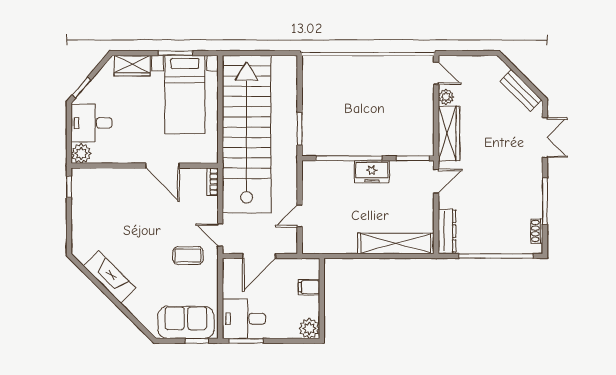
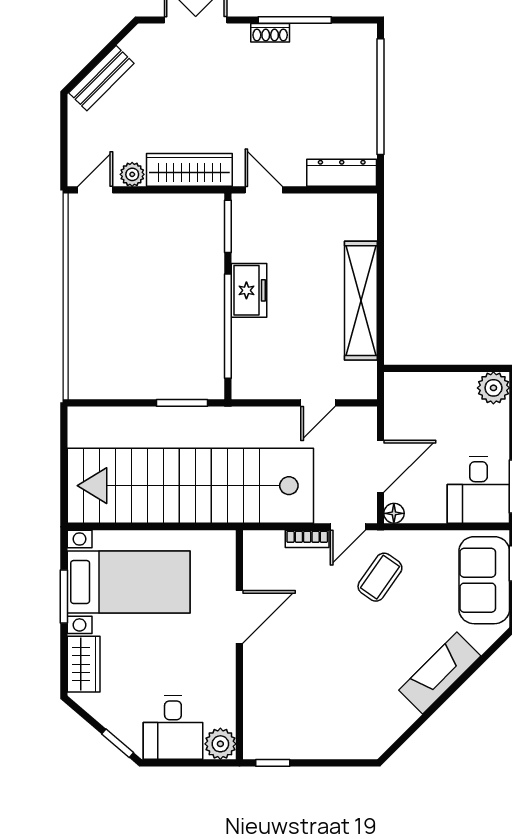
bench: (521, 90) -> (101, 78), moved
bookcase: (212, 182) -> (307, 539), moved
door: (300, 216) -> (318, 403), hinge flipped
shoe rack: (537, 231) -> (270, 33), moved
shelving: (396, 243) -> (361, 301), moved
coffee table: (188, 256) -> (380, 577), turned 35
door: (259, 256) -> (381, 466), hinge flipped
floor lamp: (229, 265) -> (394, 513), added
fireplace: (110, 277) -> (440, 673), moved
filing cabinet: (309, 287) -> (429, 388), removed

